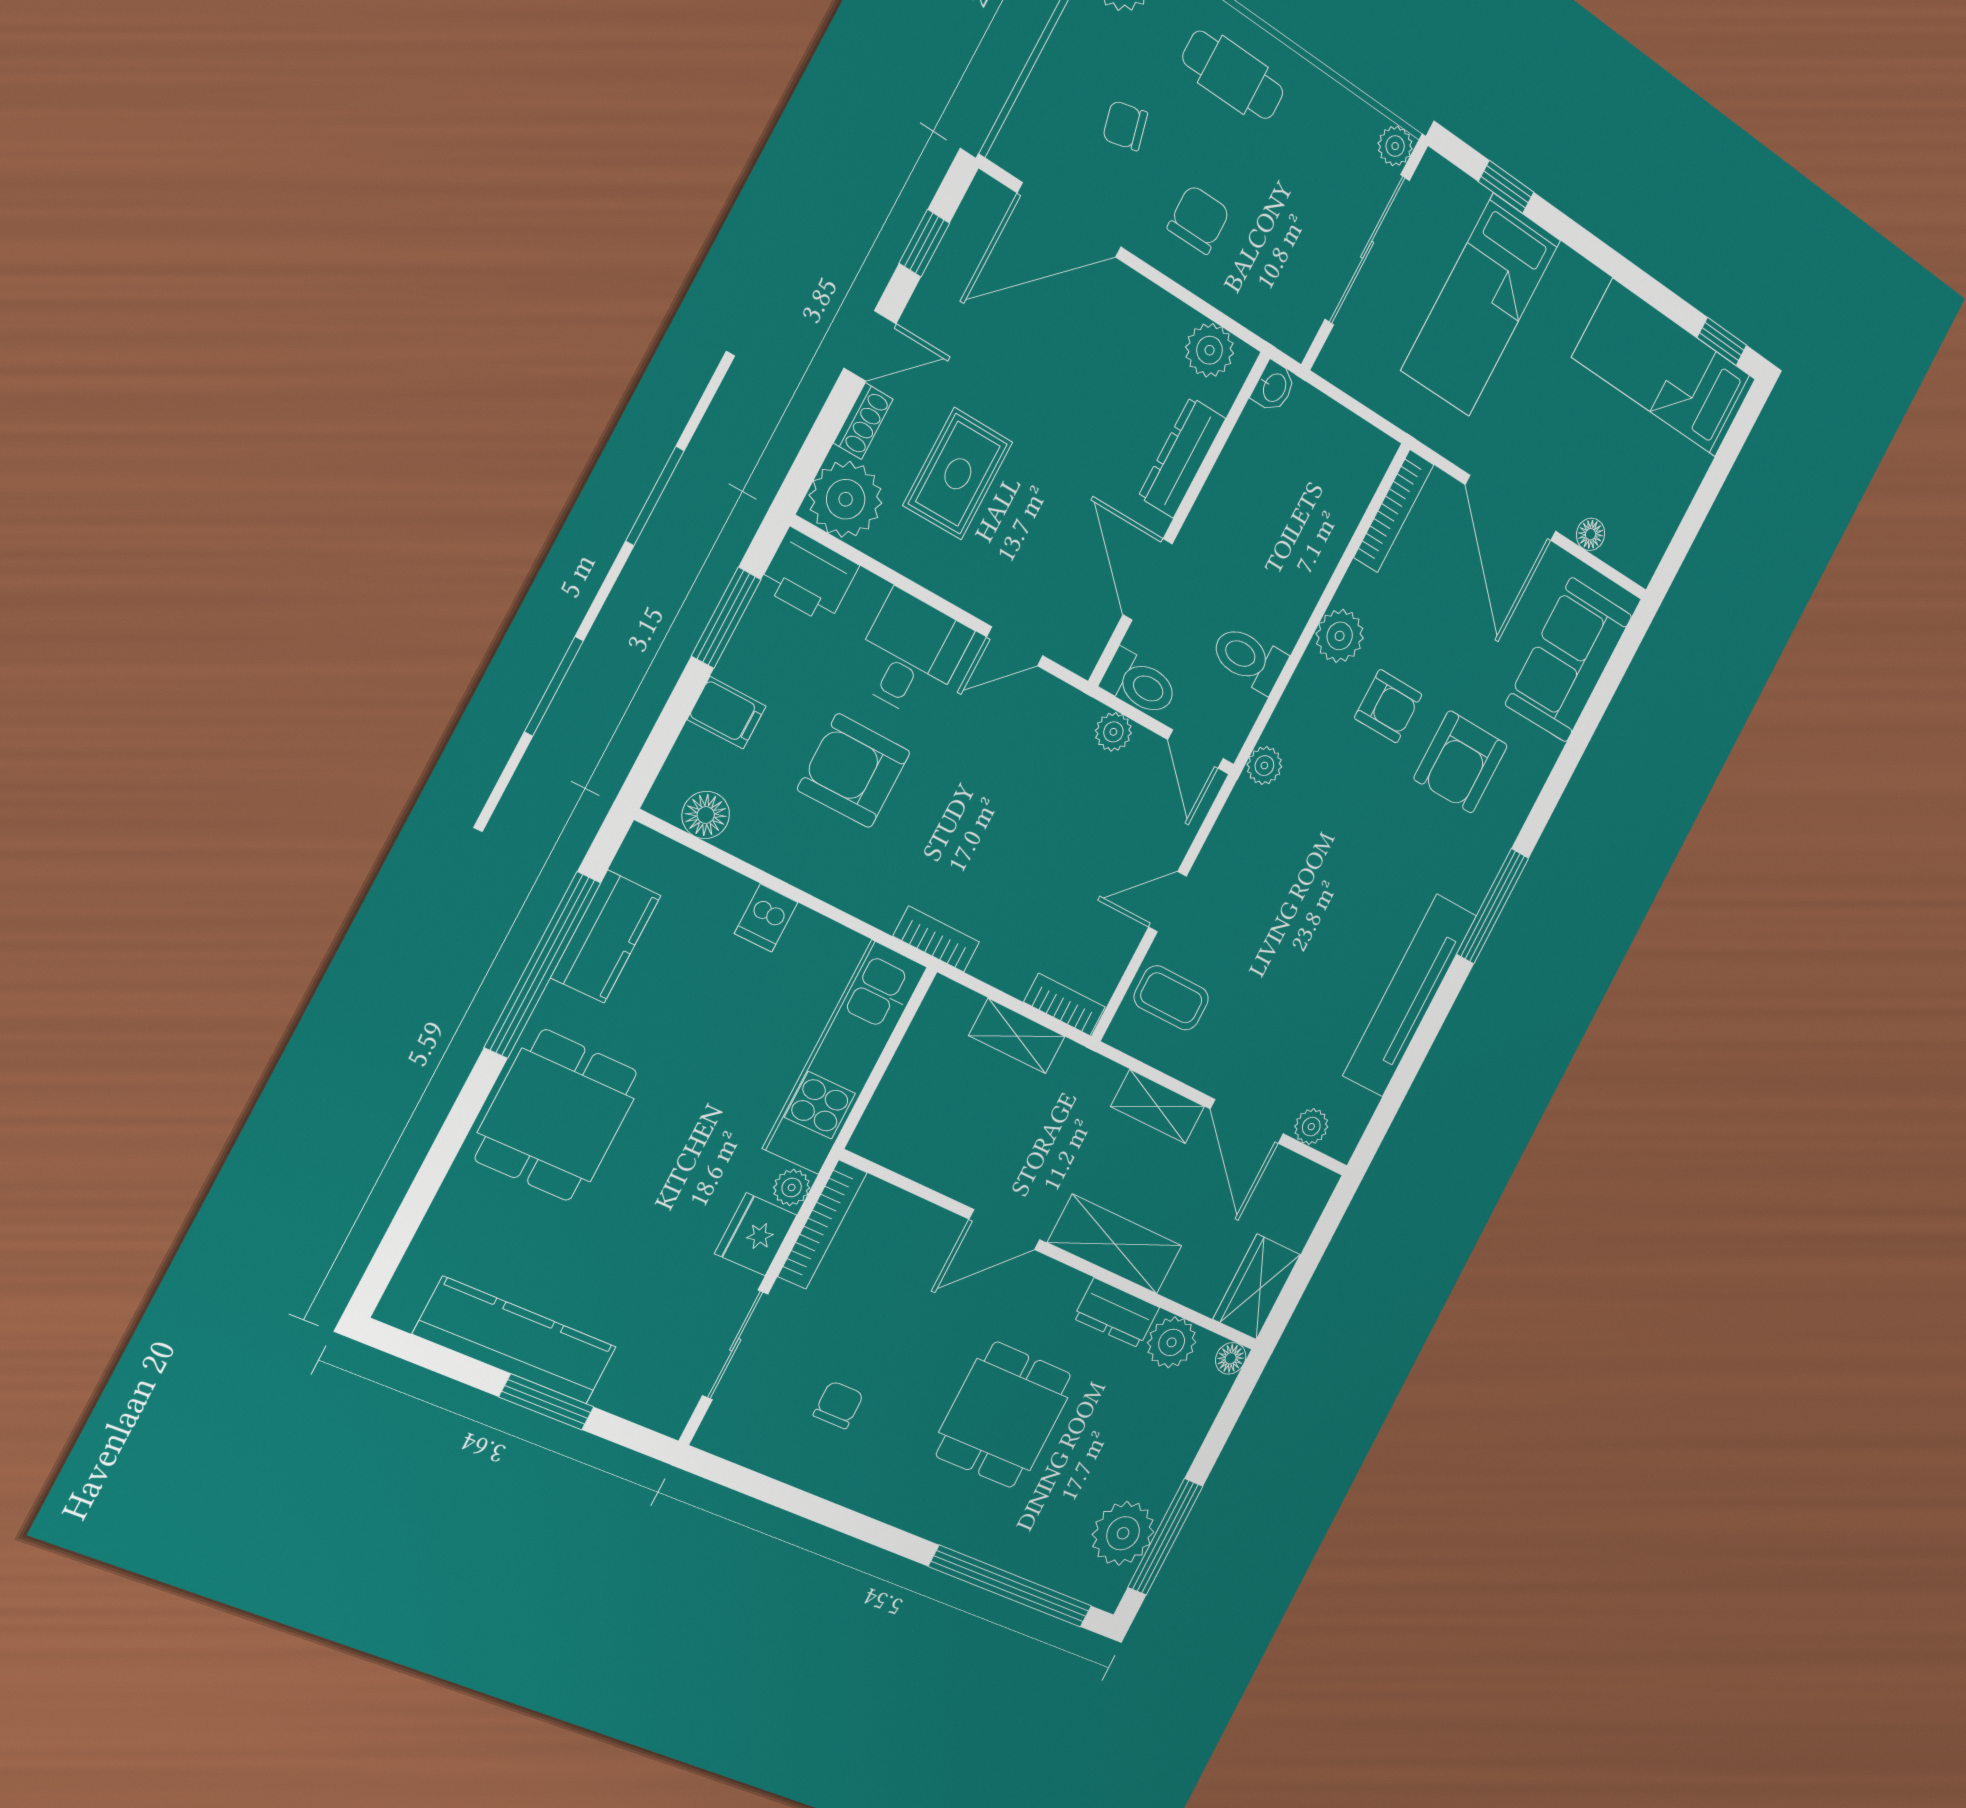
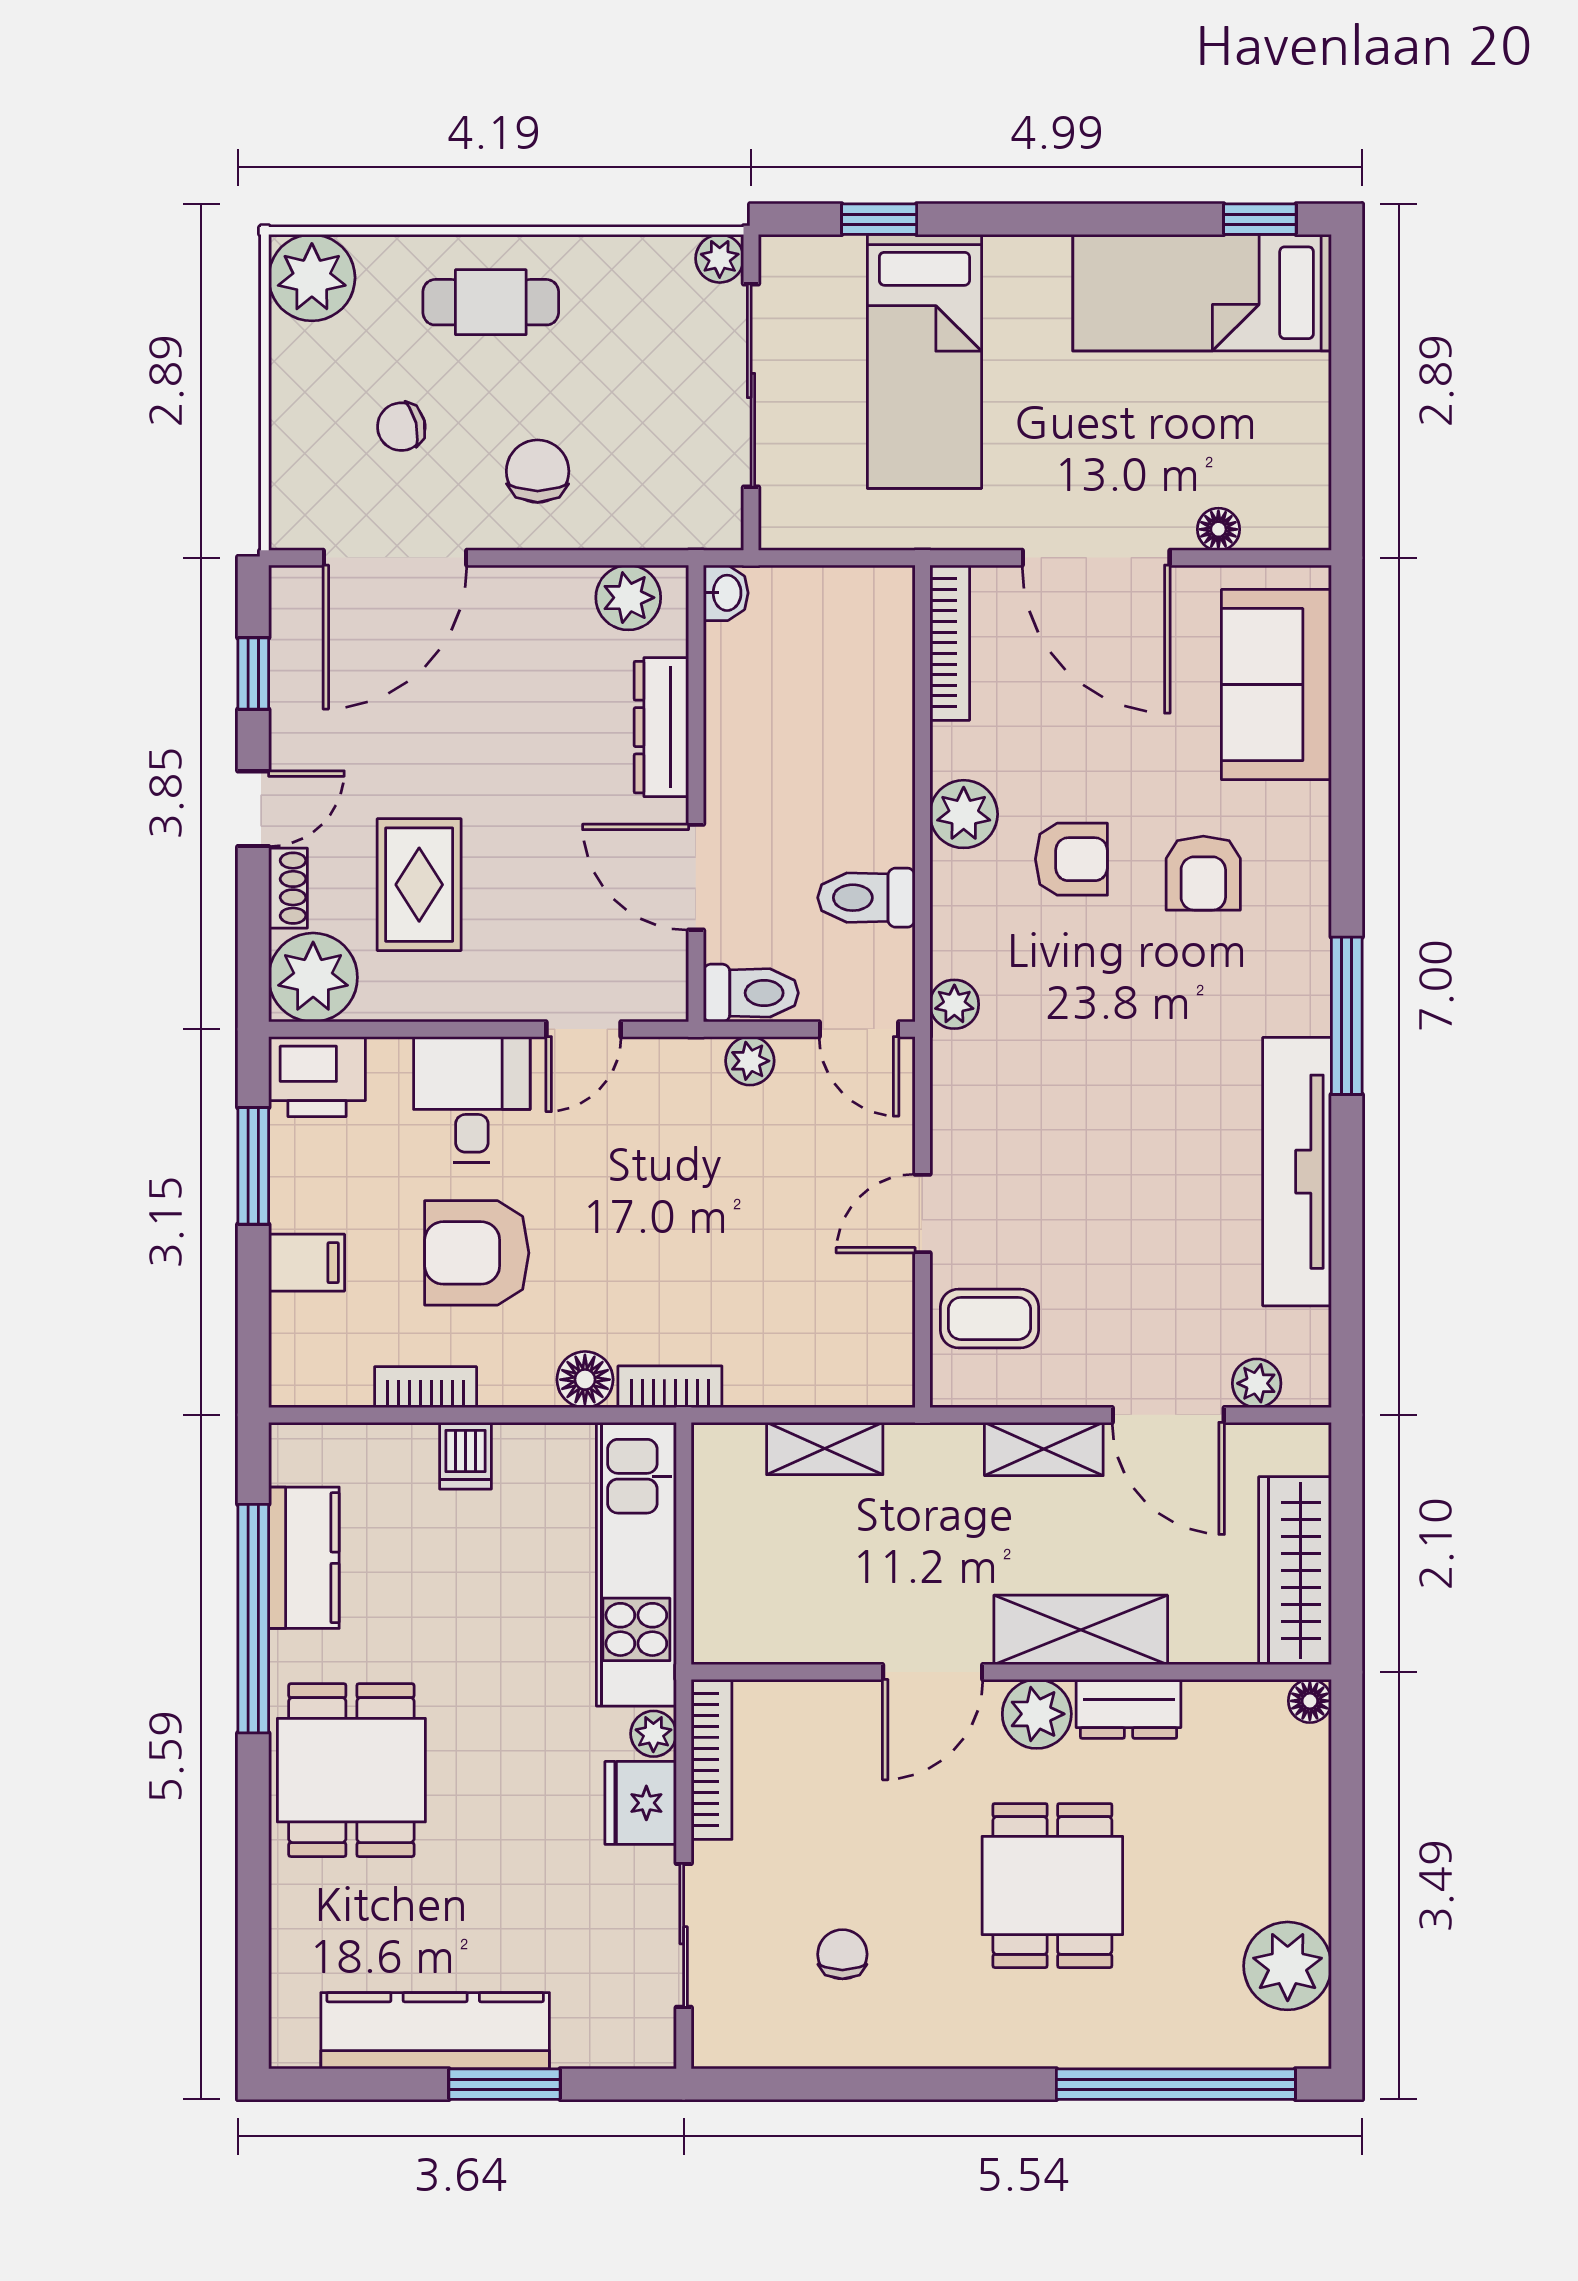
armchair: (1461, 762) -> (1203, 873), width x0.72, depth x0.72
floor lamp: (706, 815) -> (585, 1380), moved
bookcase: (1064, 1005) -> (426, 1387), moved
wardrobe: (1257, 1287) -> (1295, 1571), width x1.50
plant: (1172, 1342) -> (1037, 1714), moved
window: (1165, 1537) -> (1347, 1949), removed

